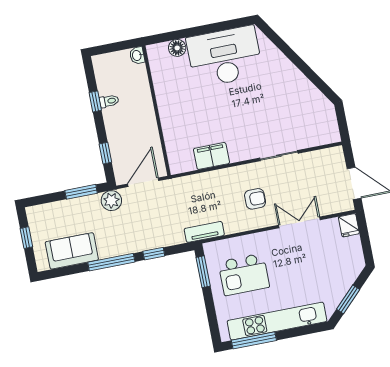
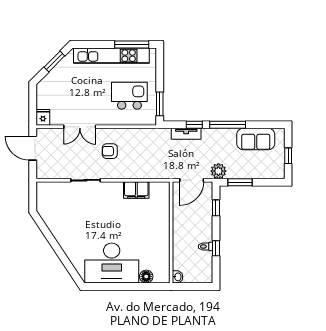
tv unit: (204, 232) -> (186, 134), moved

